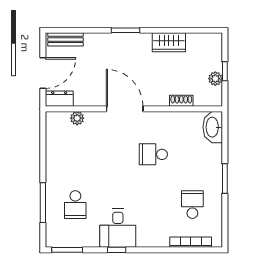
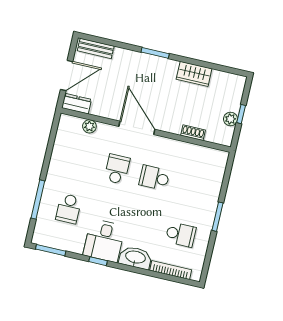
washbasin: (213, 127) -> (135, 258), moved, turned 90
school desk: (114, 154) -> (117, 169), added
school desk: (192, 205) -> (181, 234), turned 90

